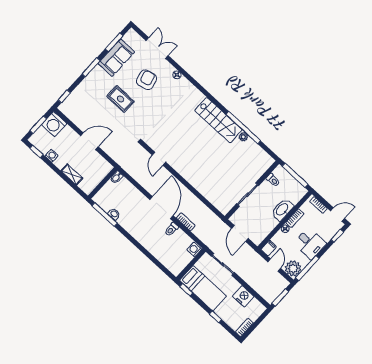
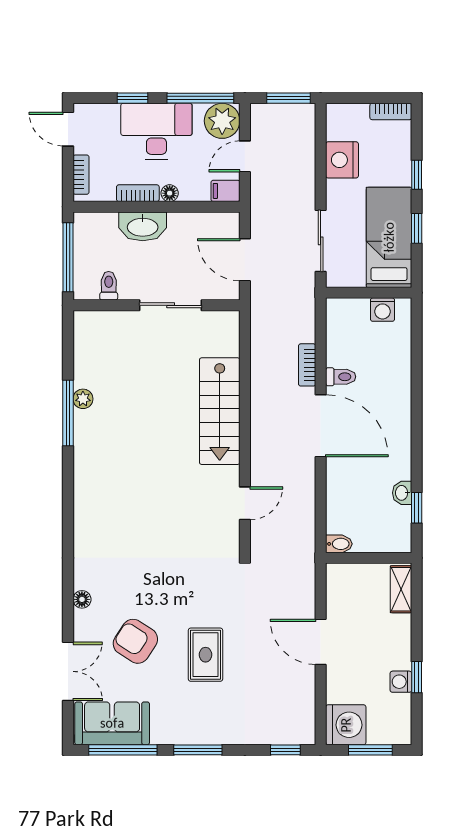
window: (114, 42) -> (123, 750), width x1.44
double door: (157, 48) -> (68, 671), swing flipped
sofa: (116, 58) -> (112, 723), moved
armchair: (147, 80) -> (135, 641), turned 47
stairs: (218, 120) -> (220, 411), moved, turned 180
window: (243, 127) -> (68, 413), width x0.68
window: (36, 151) -> (417, 677), moved
shelving: (72, 175) -> (401, 589), moved
door: (161, 208) -> (321, 426), swing flipped
window: (105, 214) -> (417, 508), width x0.46
door: (240, 233) -> (245, 260), swing flipped
window: (337, 236) -> (133, 98), moved
desk: (310, 243) -> (156, 131), width x1.37
washing machine: (194, 250) -> (383, 310), moved
window: (186, 290) -> (417, 228), moved

